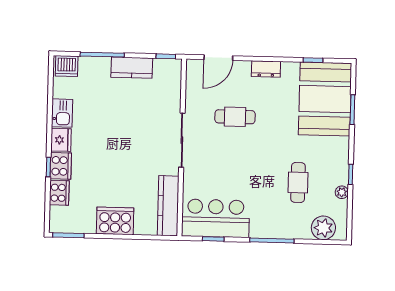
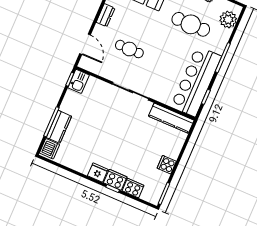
kitchen counter: (132, 68) -> (59, 127), moved
kitchen sink: (62, 113) -> (79, 81), moved, turned 90
cafe table: (235, 117) -> (129, 49), turned 90
cafe table: (298, 183) -> (191, 24), width x1.37, depth x1.35
bar counter: (216, 218) -> (196, 82), width x1.36
cooker: (115, 221) -> (167, 165), width x0.53, depth x0.76

